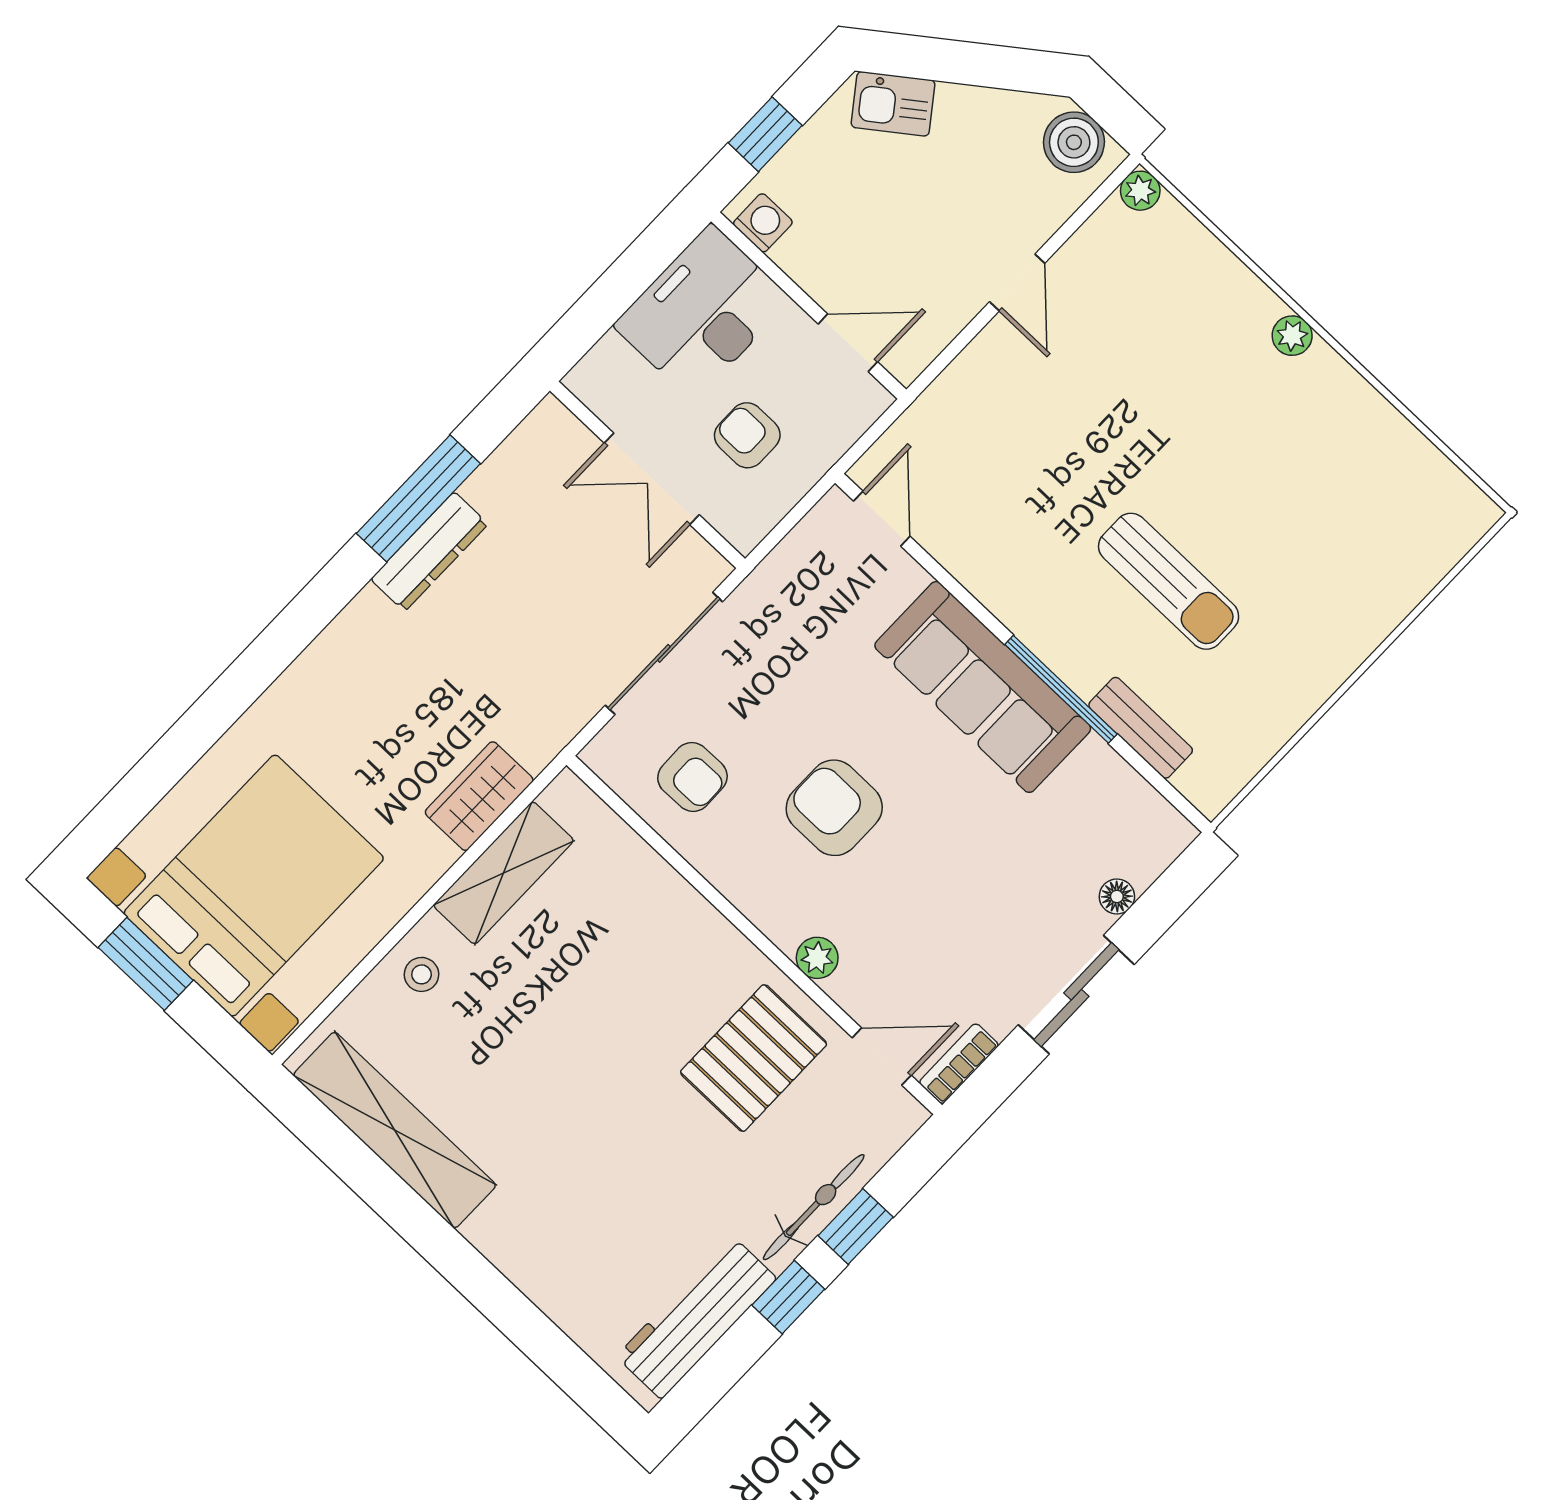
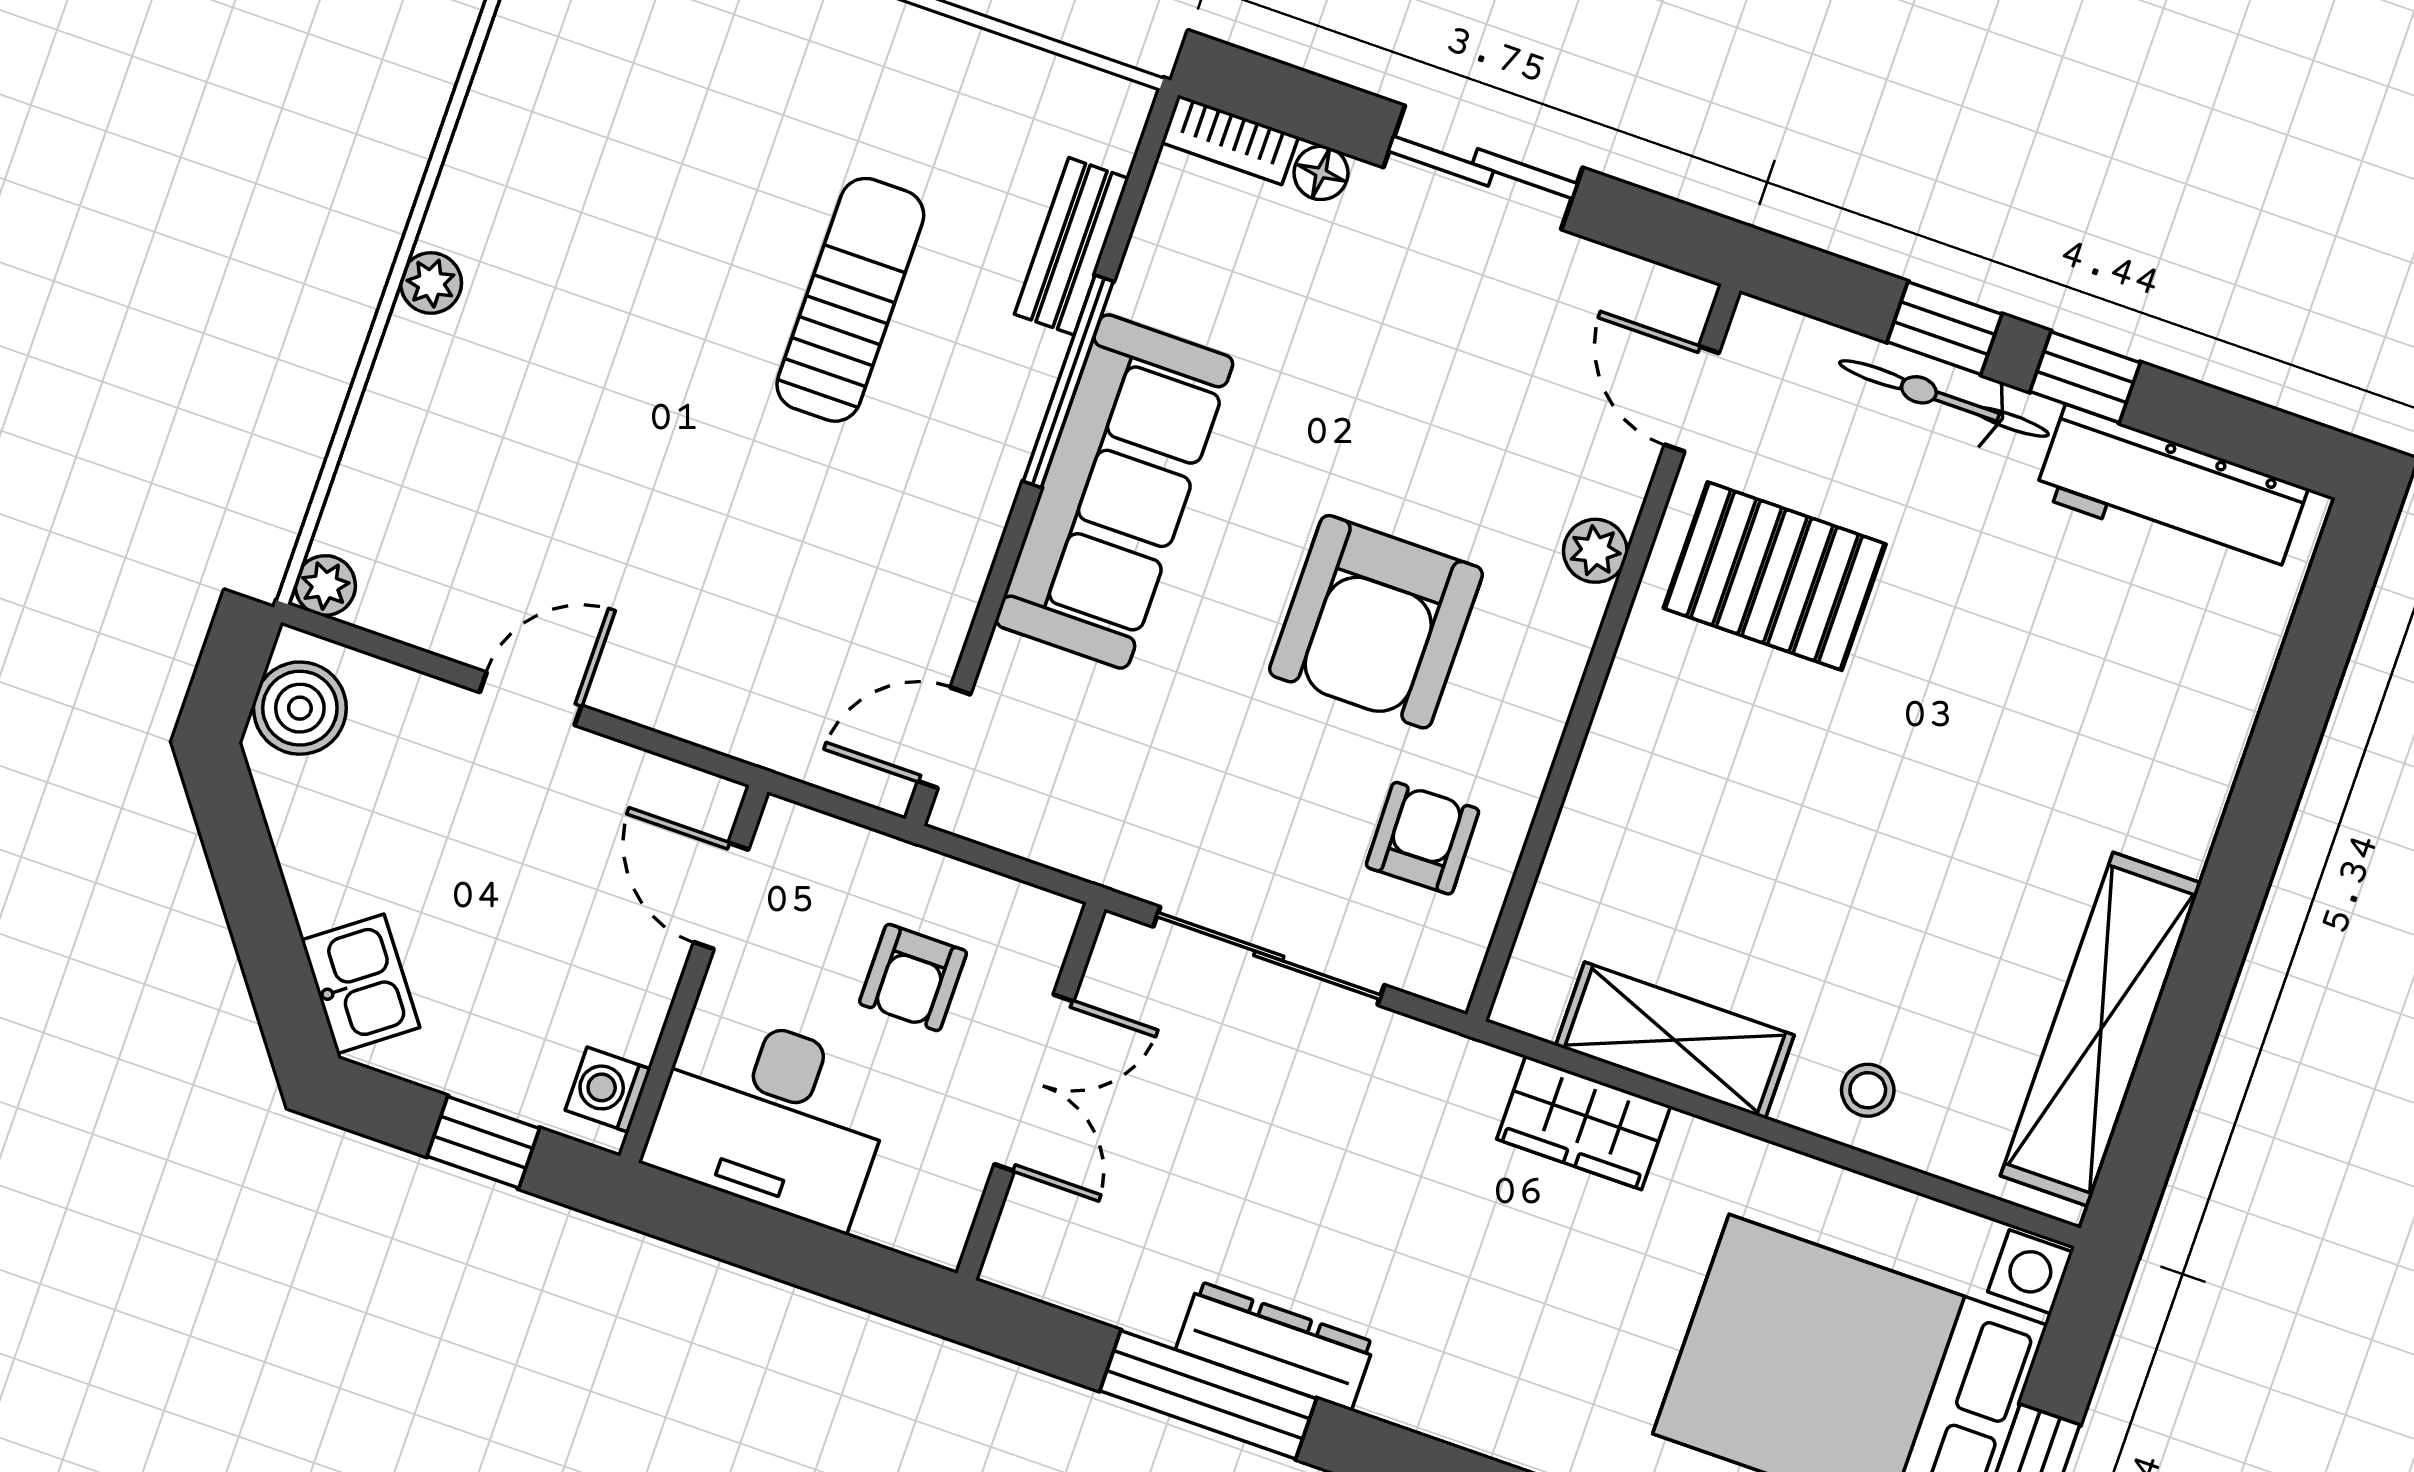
armchair: (834, 808) -> (1376, 622), width x1.36, depth x1.36
bookcase: (959, 1064) -> (1230, 140), moved

